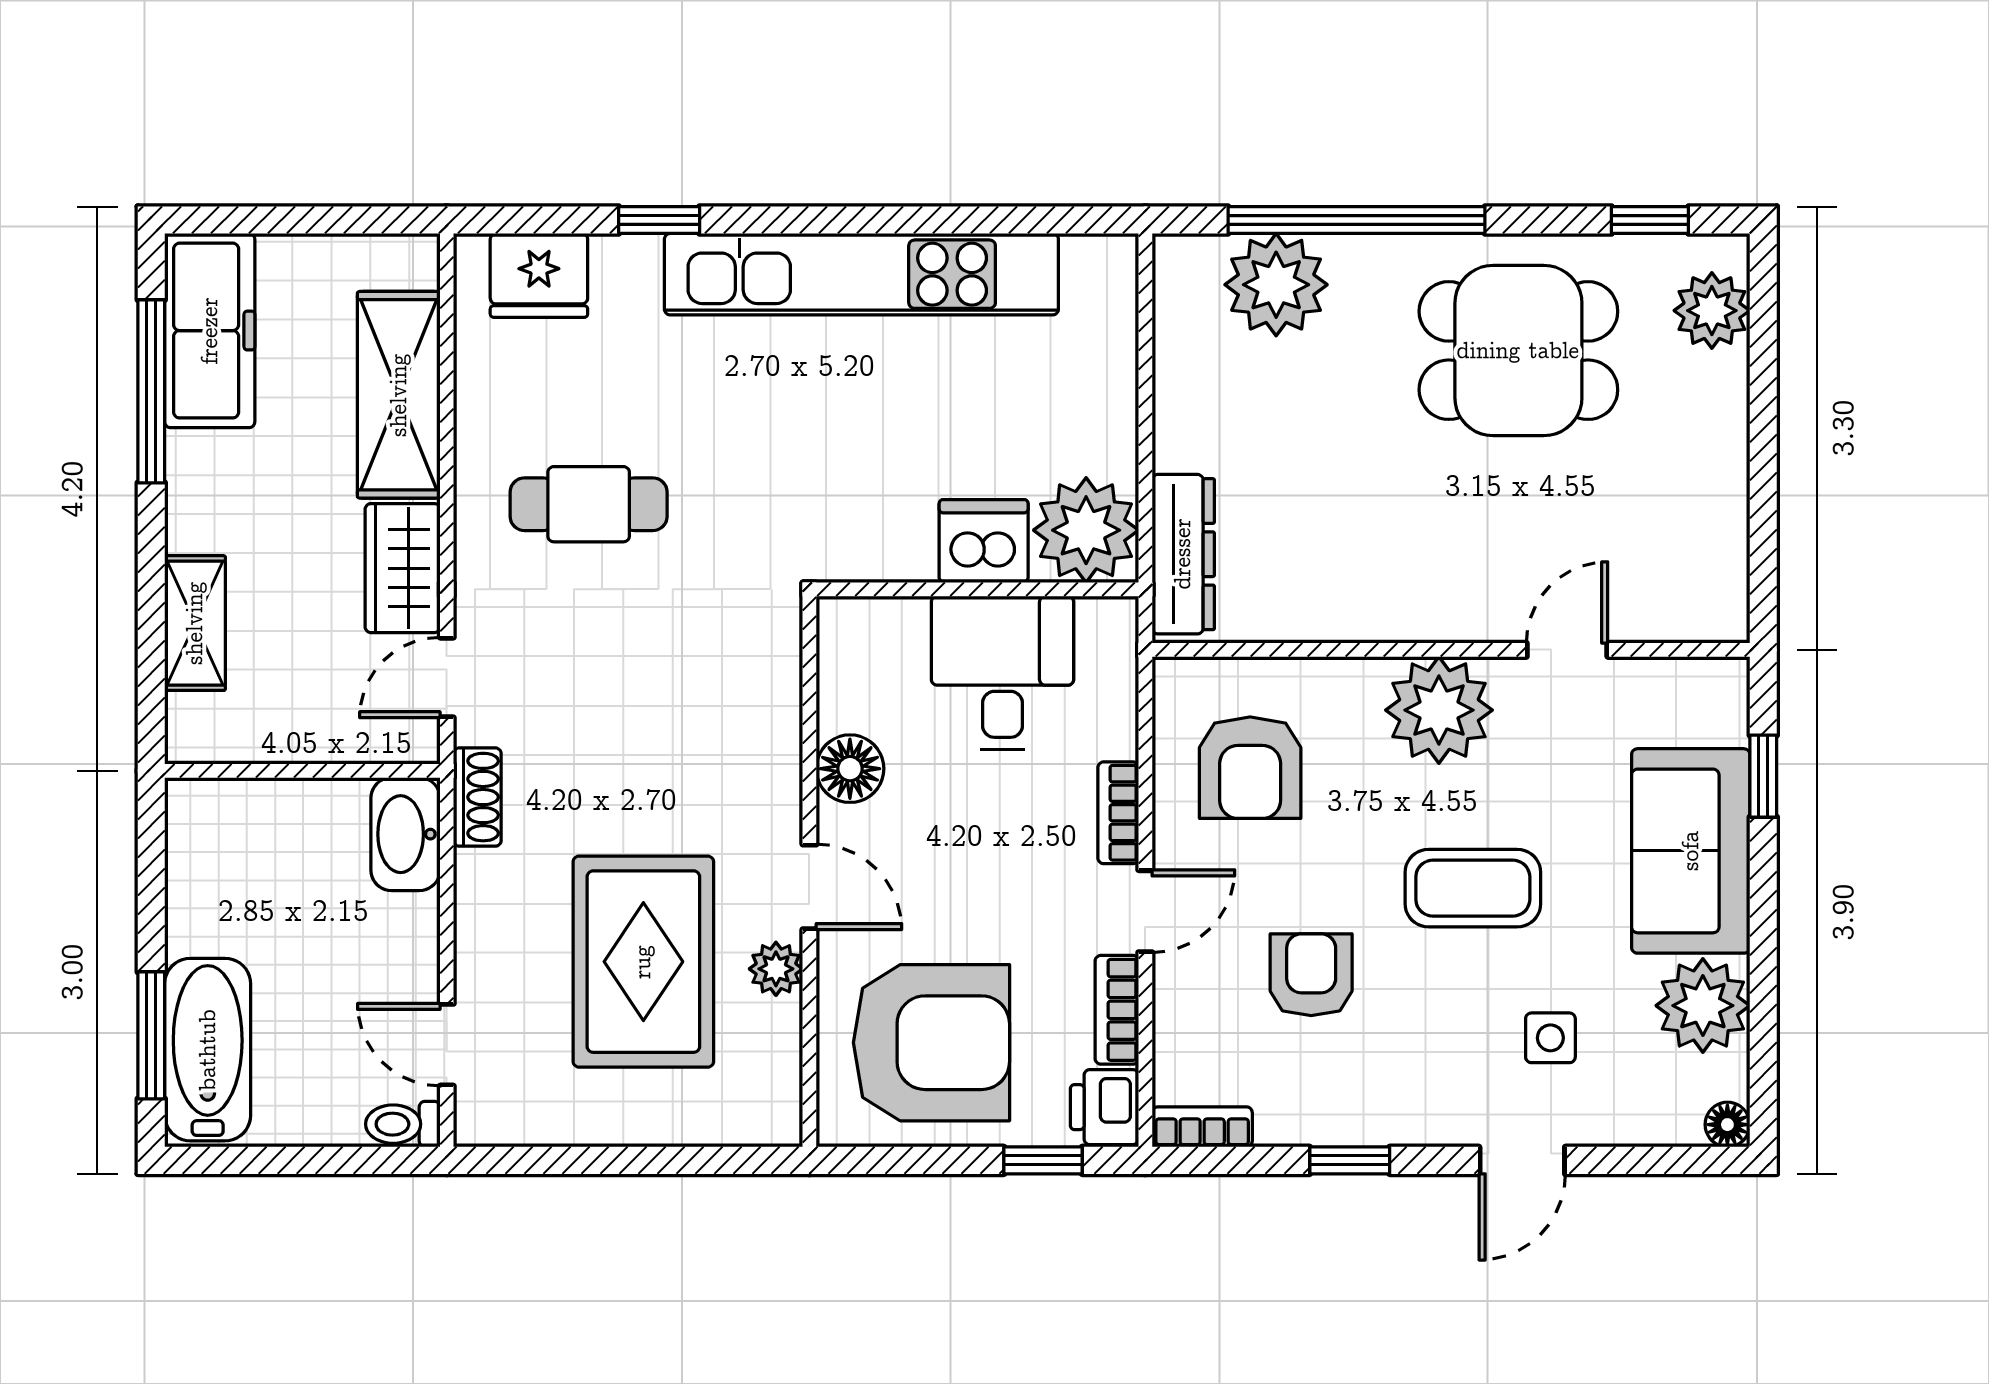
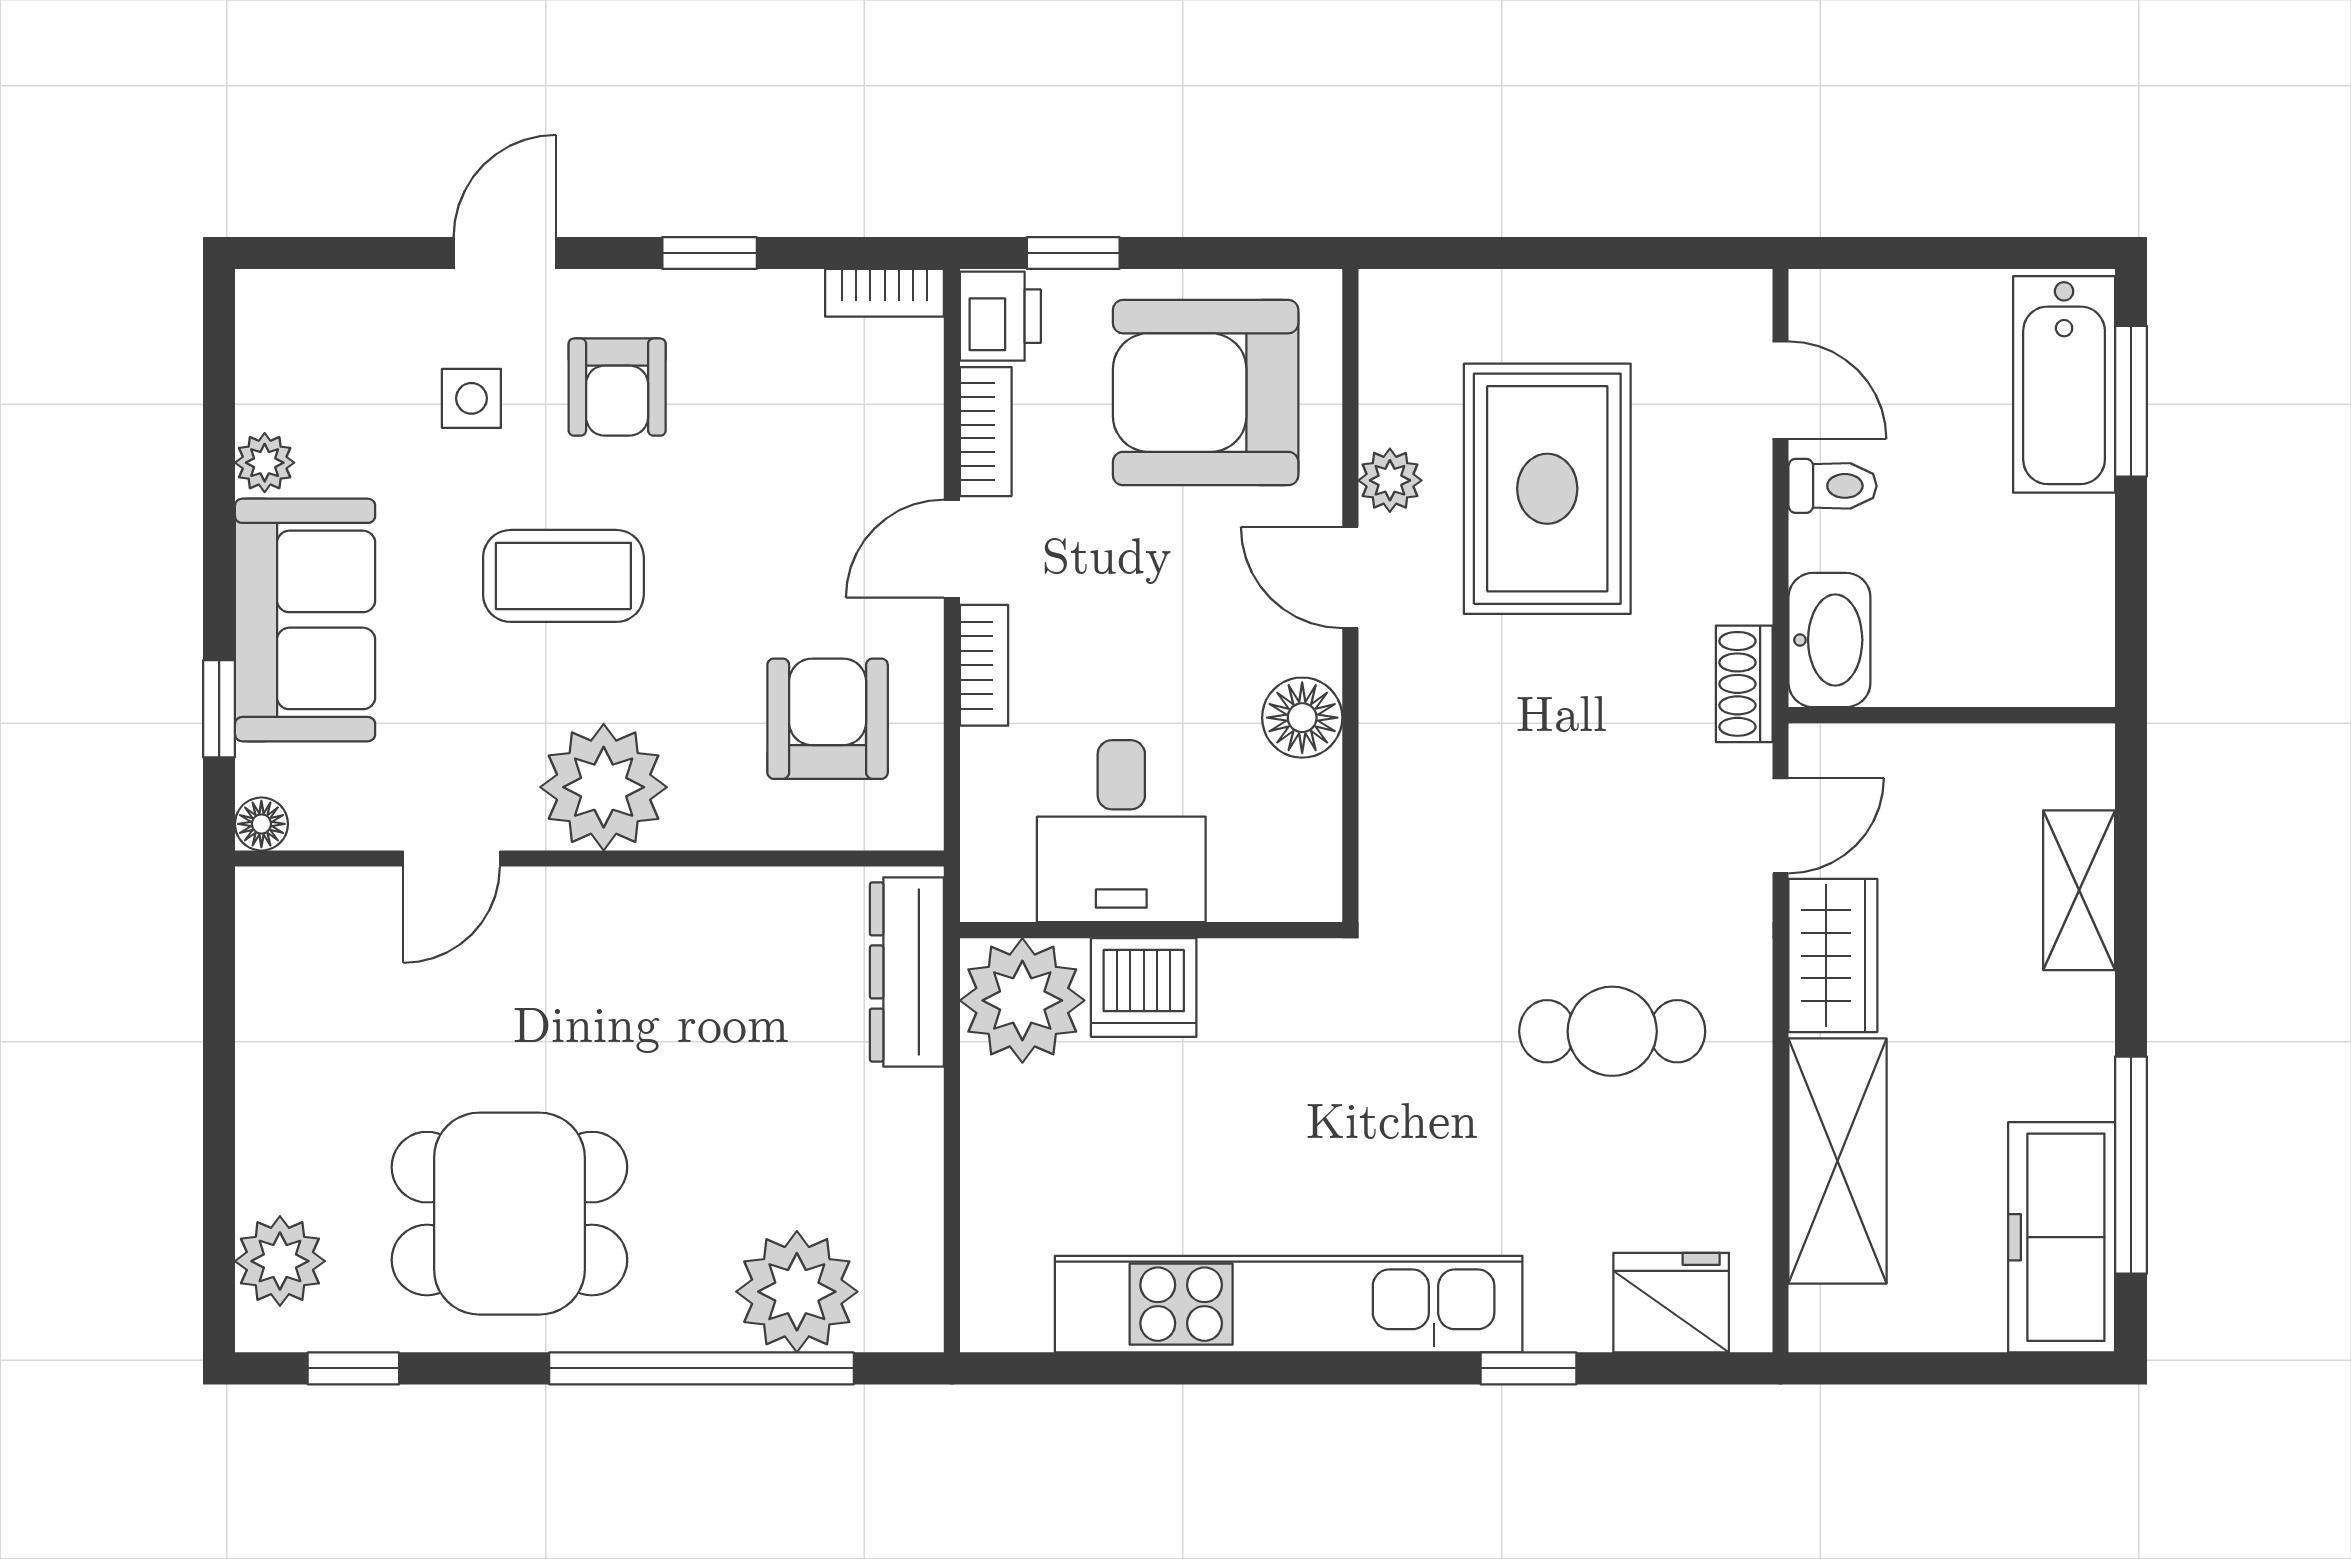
armchair: (1311, 975) -> (617, 387), moved
plant: (1703, 1006) -> (265, 463), width x0.53, depth x0.53
toilet: (403, 1124) -> (1833, 486), moved
floor lamp: (1727, 1125) -> (261, 824), moved

